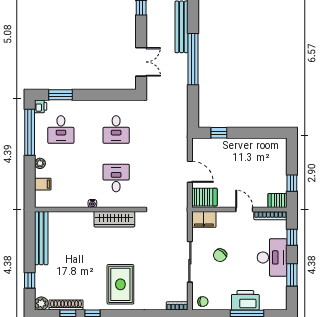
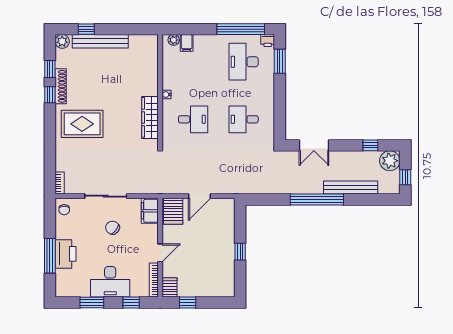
desk: (61, 129) -> (244, 62), width x1.37
window: (219, 133) -> (240, 252), moved
plant: (40, 163) -> (174, 40), moved
bench: (41, 238) -> (100, 41), moved
shoe rack: (66, 305) -> (61, 86), moved

